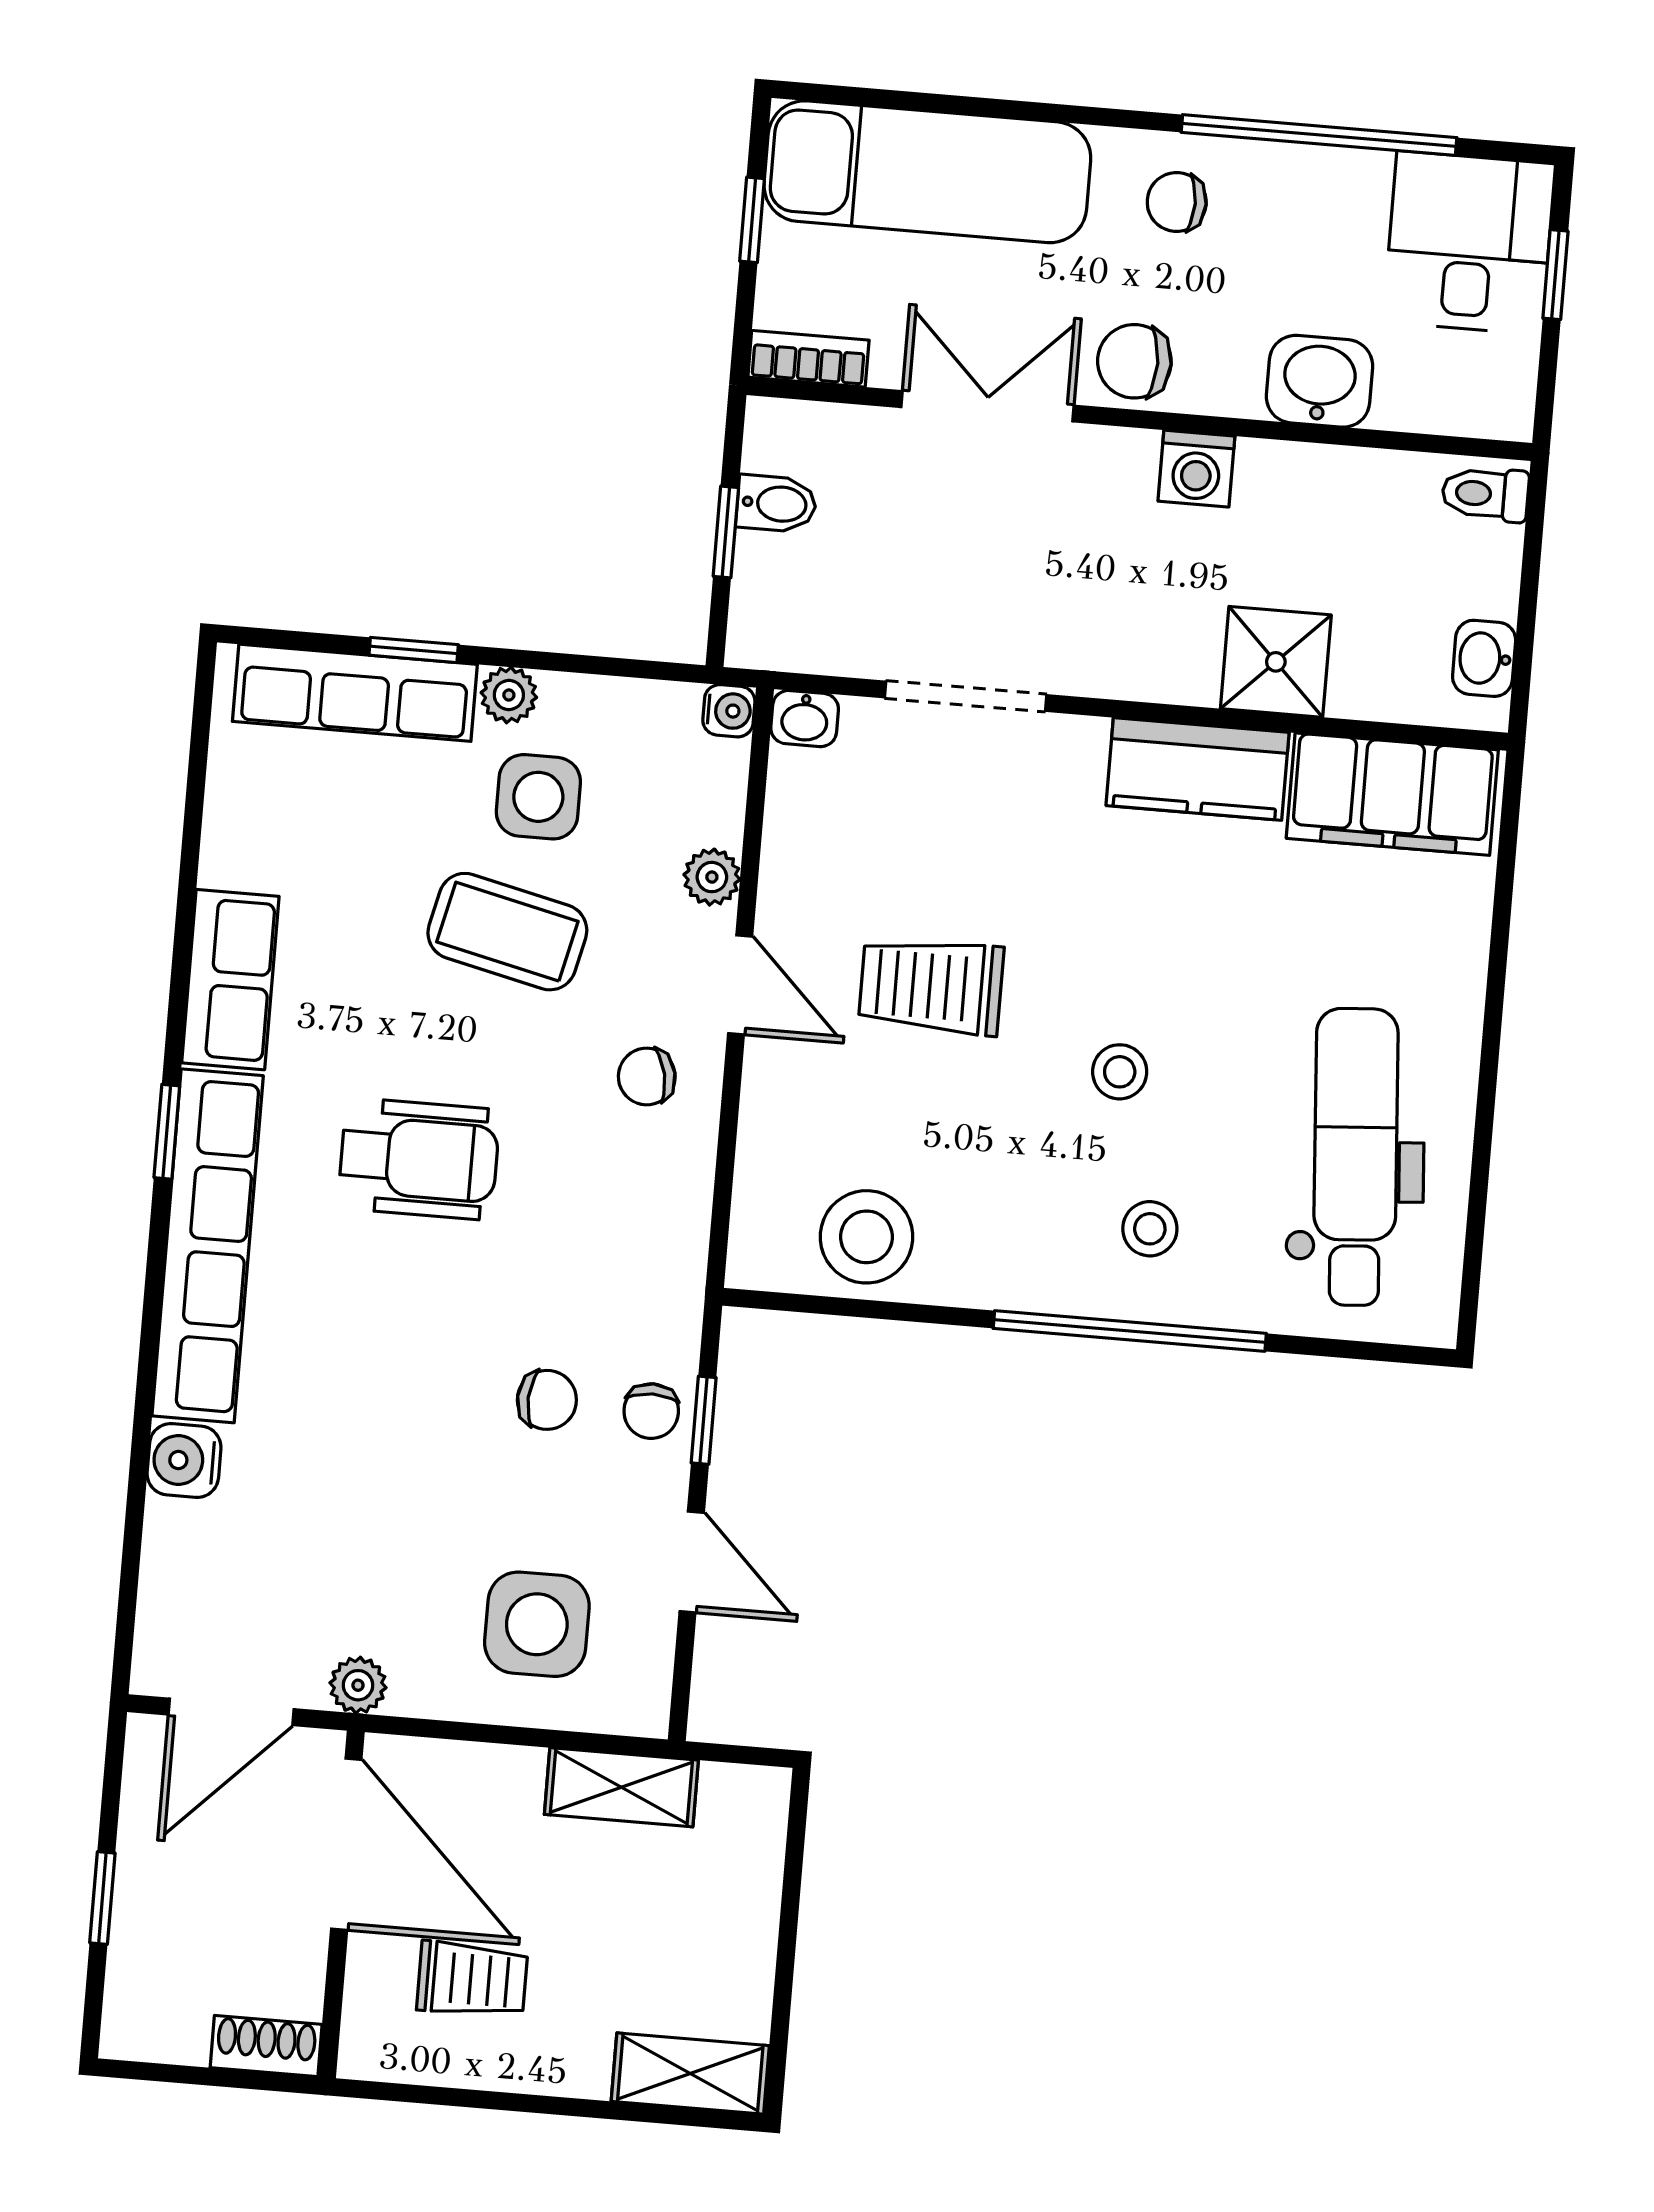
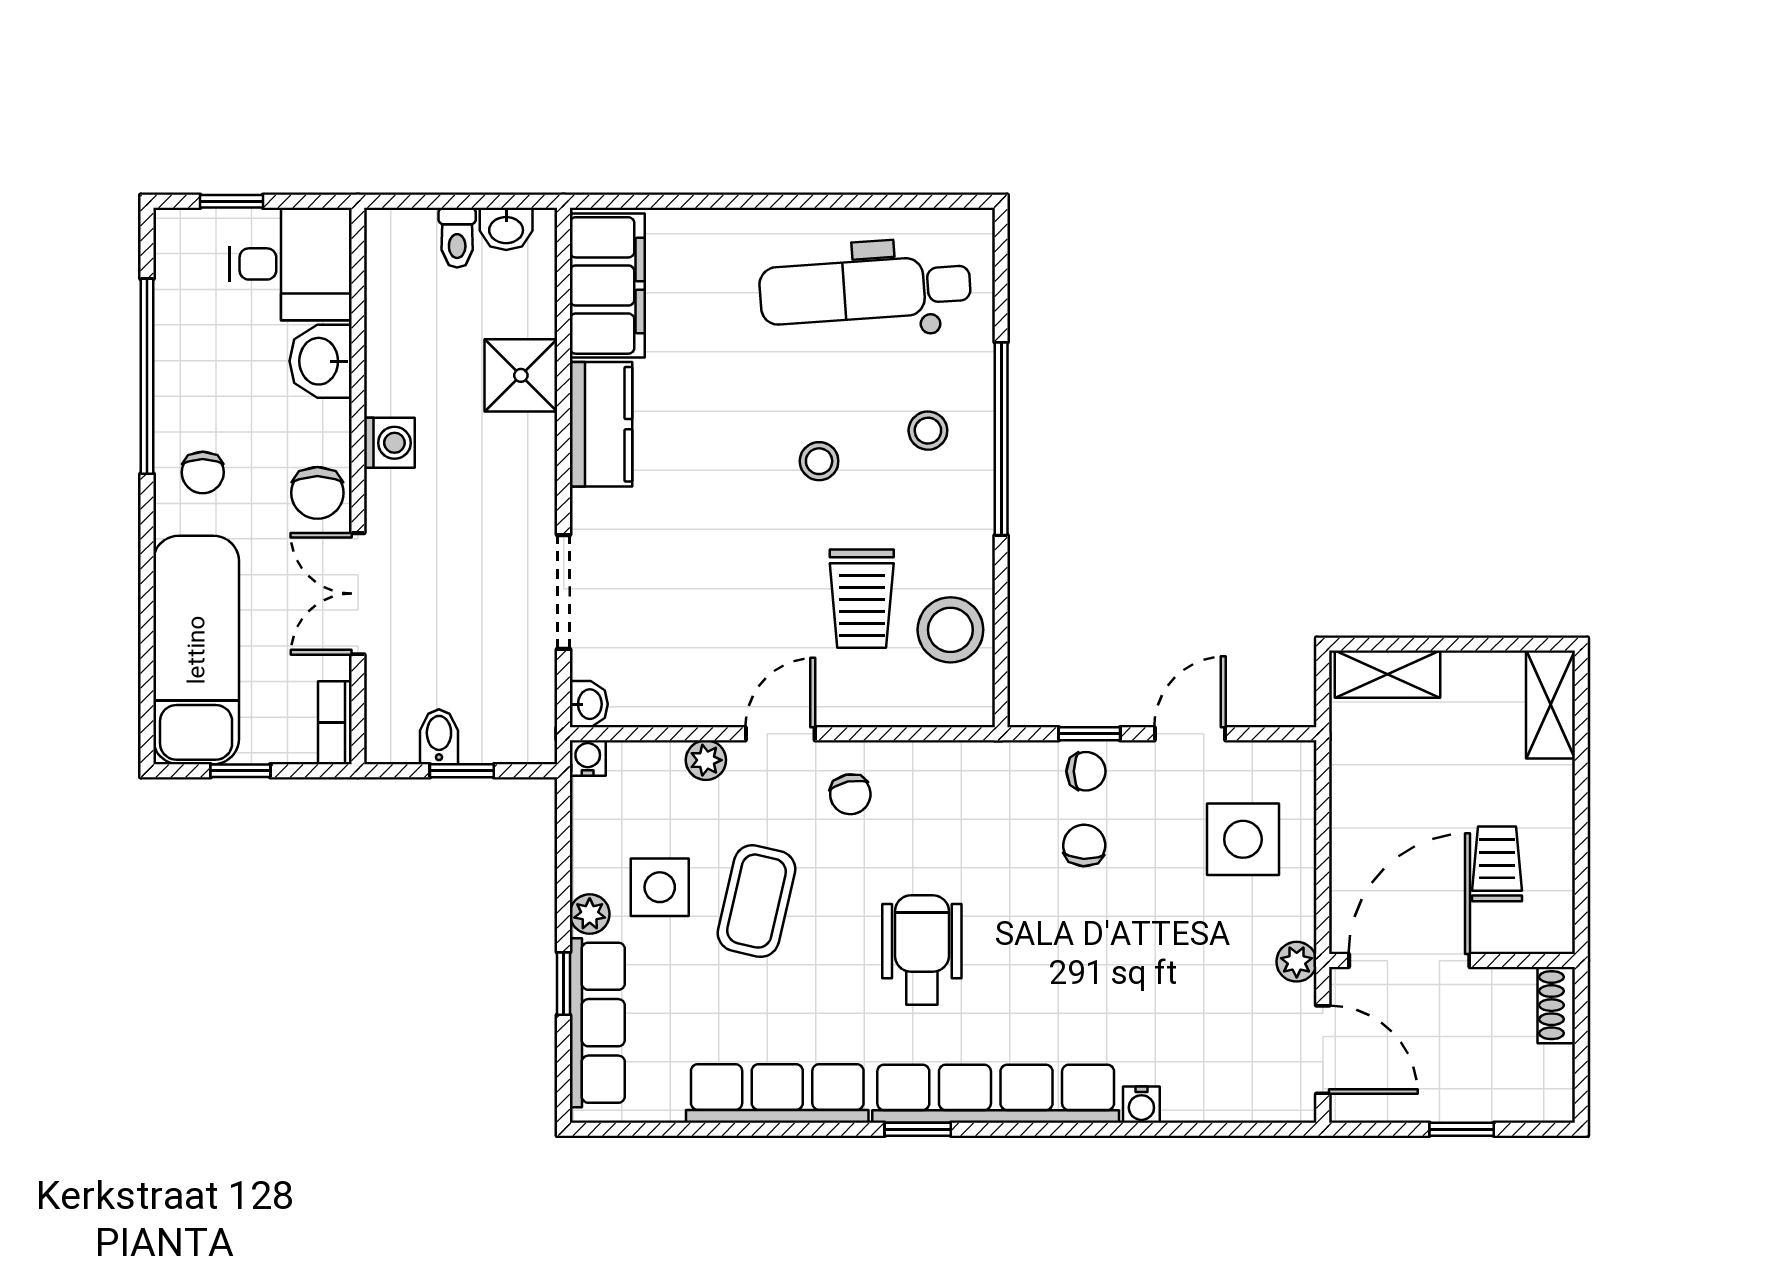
desk: (1469, 243) -> (291, 264), moved, turned 180
toilet: (1485, 494) -> (457, 238), moved
row of seats: (230, 980) -> (777, 1093), width x1.48
trolley: (931, 986) -> (862, 599), moved
water cooler: (184, 1460) -> (1141, 1105), width x0.72, depth x0.72
shelving: (621, 1787) -> (1387, 674), moved, turned 90

